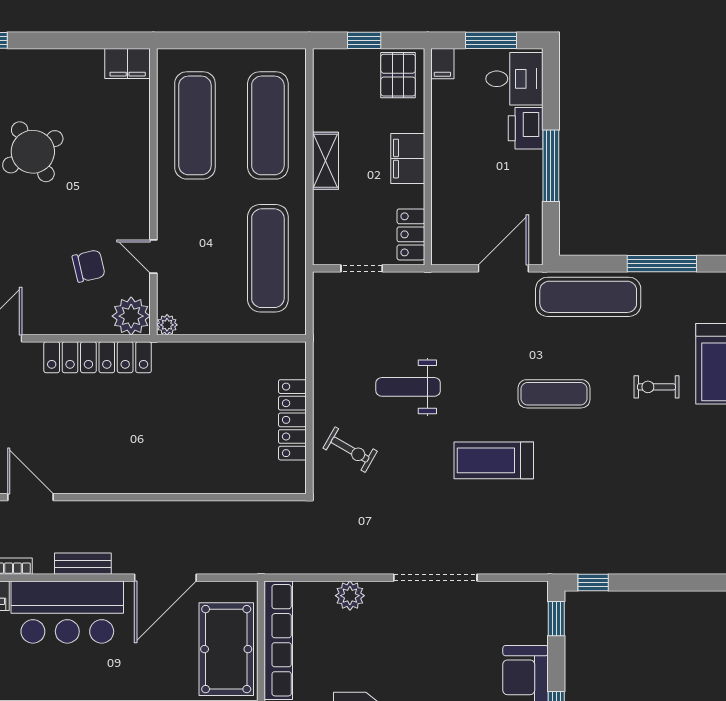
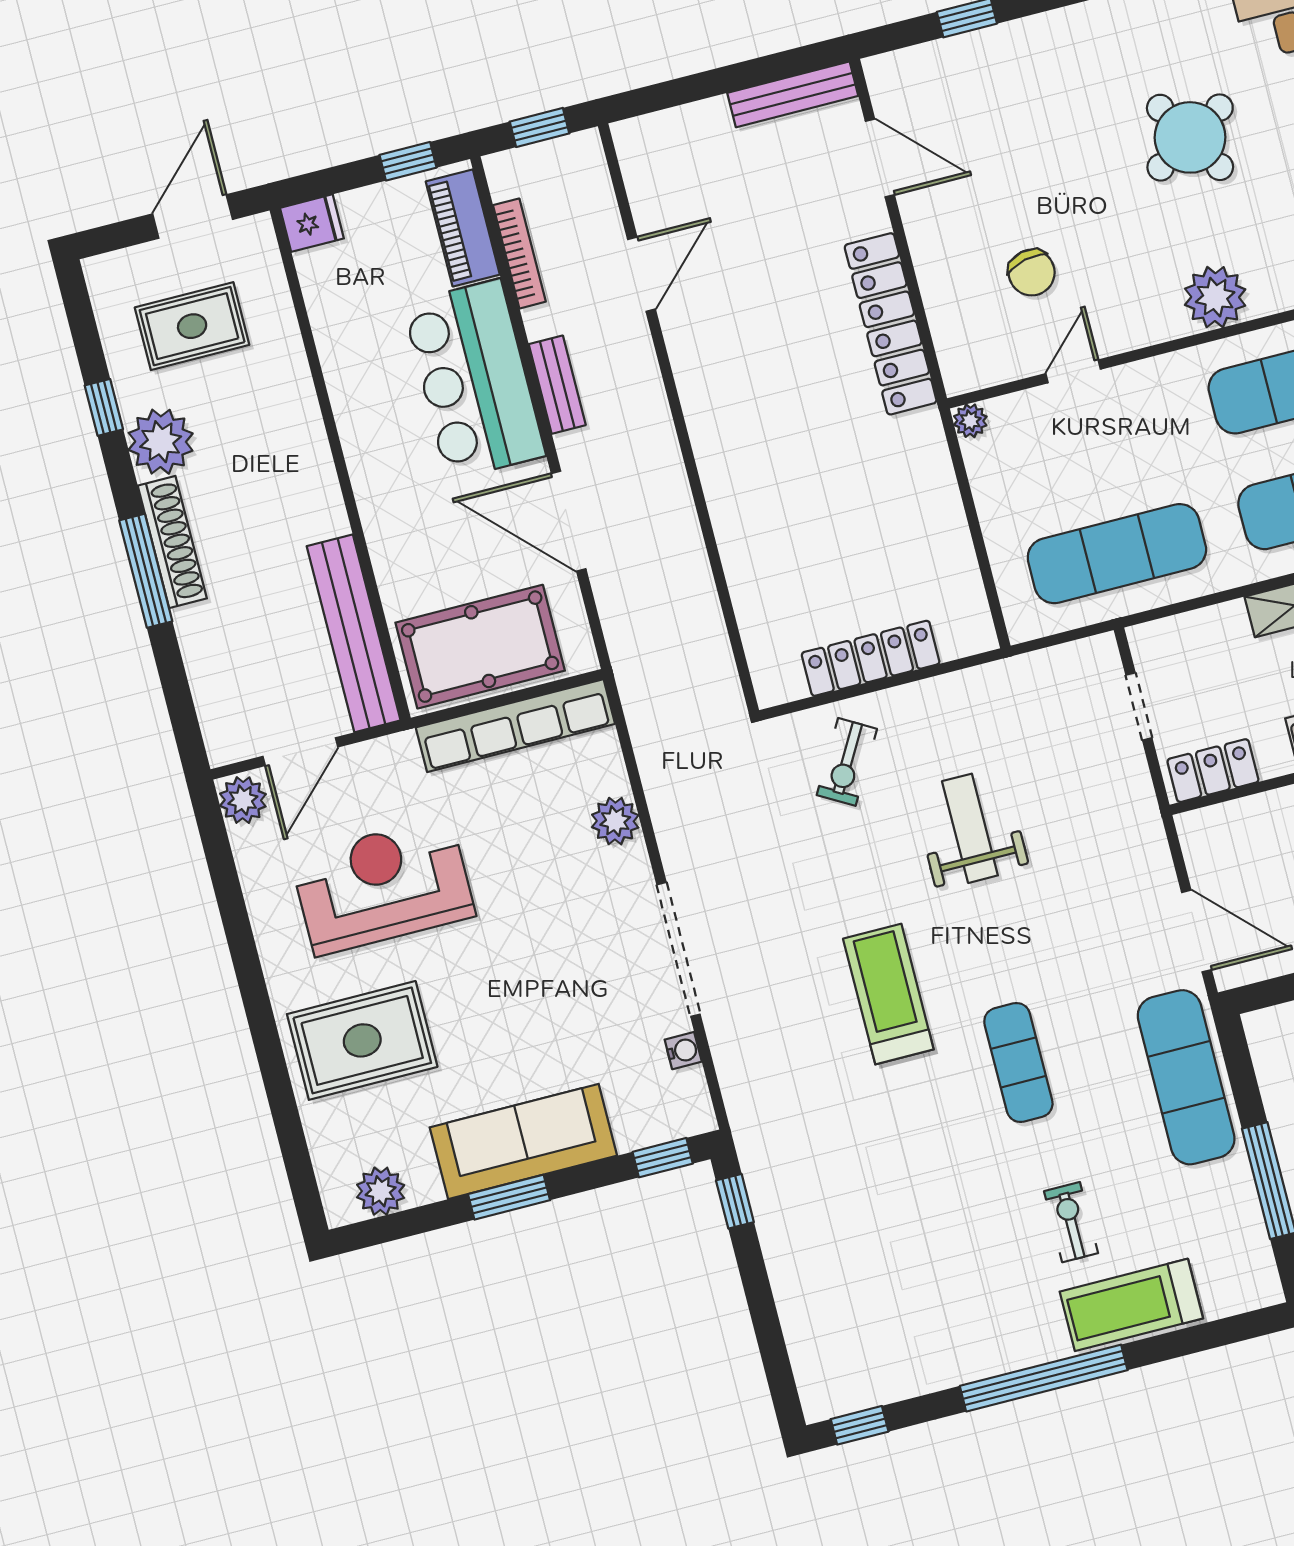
plant: (131, 316) -> (1215, 297), moved
water cooler: (496, 590) -> (683, 1051), added

